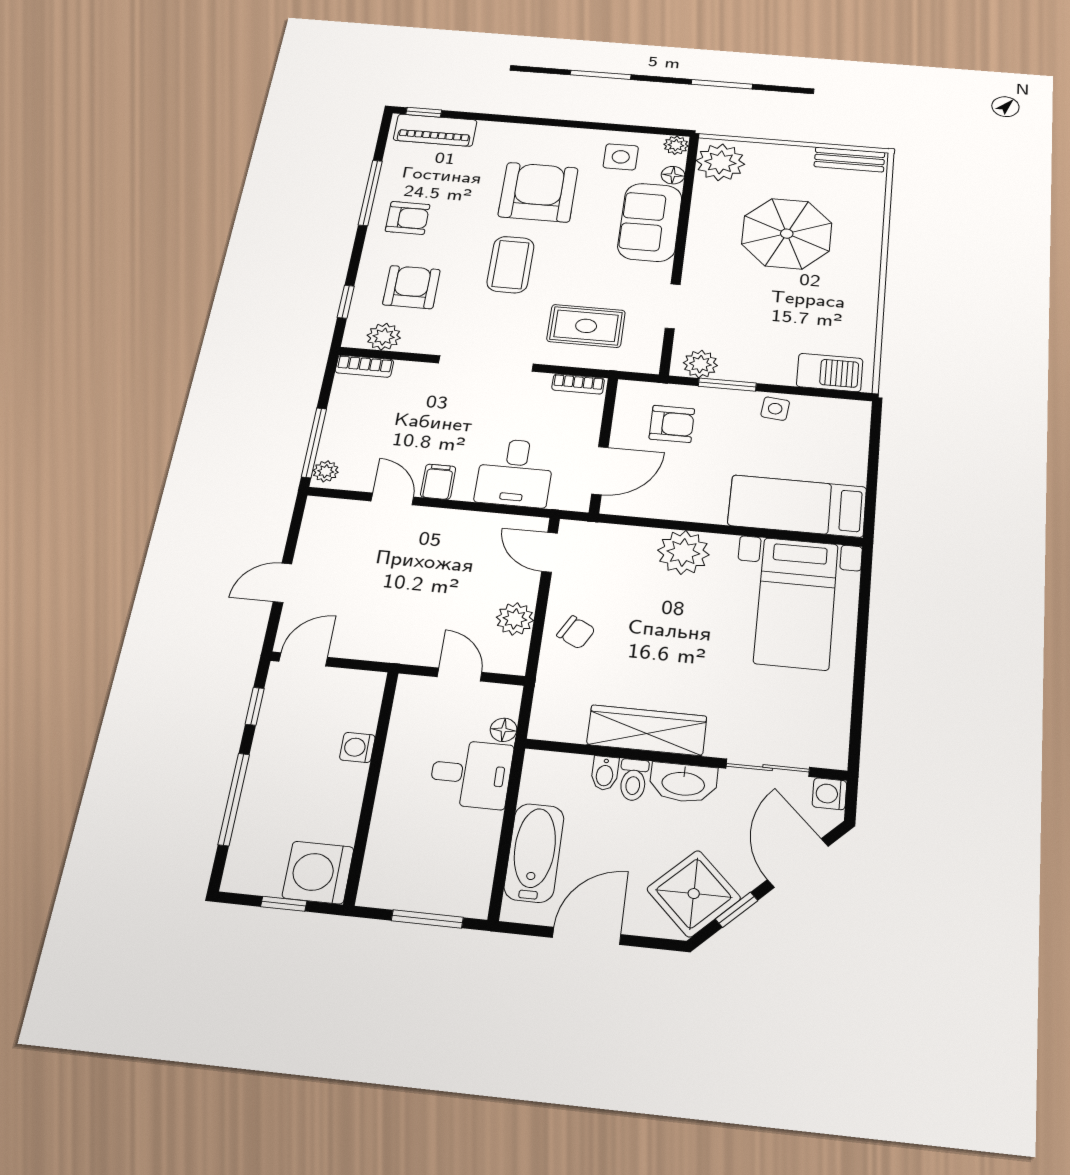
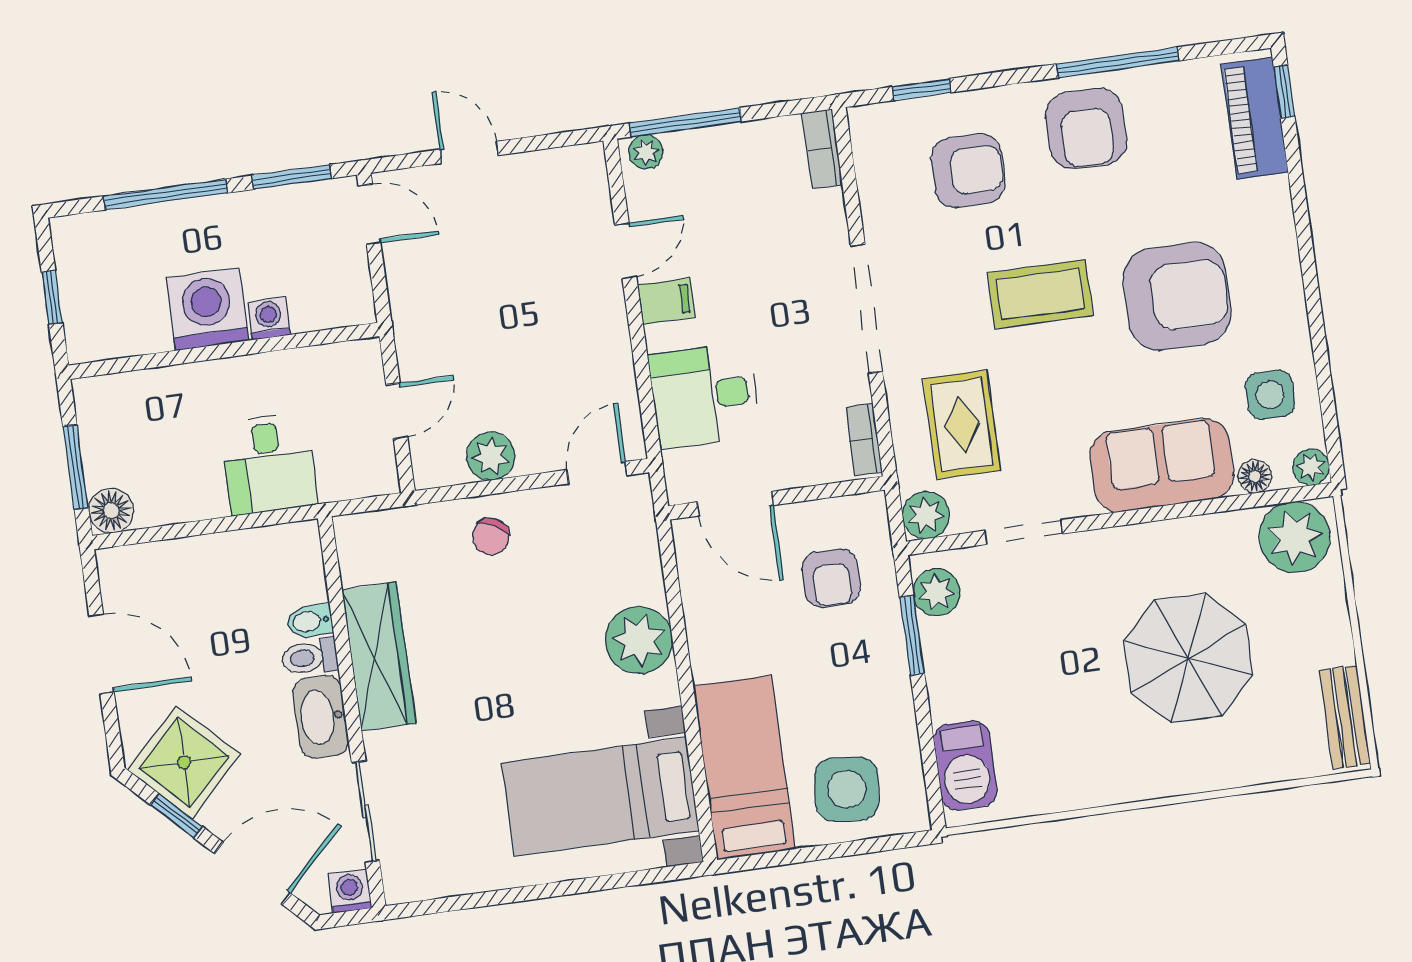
armchair: (408, 218) -> (1086, 128), width x1.38, depth x1.38
plant: (384, 337) -> (926, 515), moved
side table: (775, 409) -> (847, 789), moved, width x1.87, depth x1.87
window: (255, 706) -> (292, 177), width x1.50
floor lamp: (504, 730) -> (111, 511), moved, width x1.37, depth x1.37
bathtub: (534, 853) -> (188, 566), removed
washing machine: (318, 872) -> (207, 309), moved

